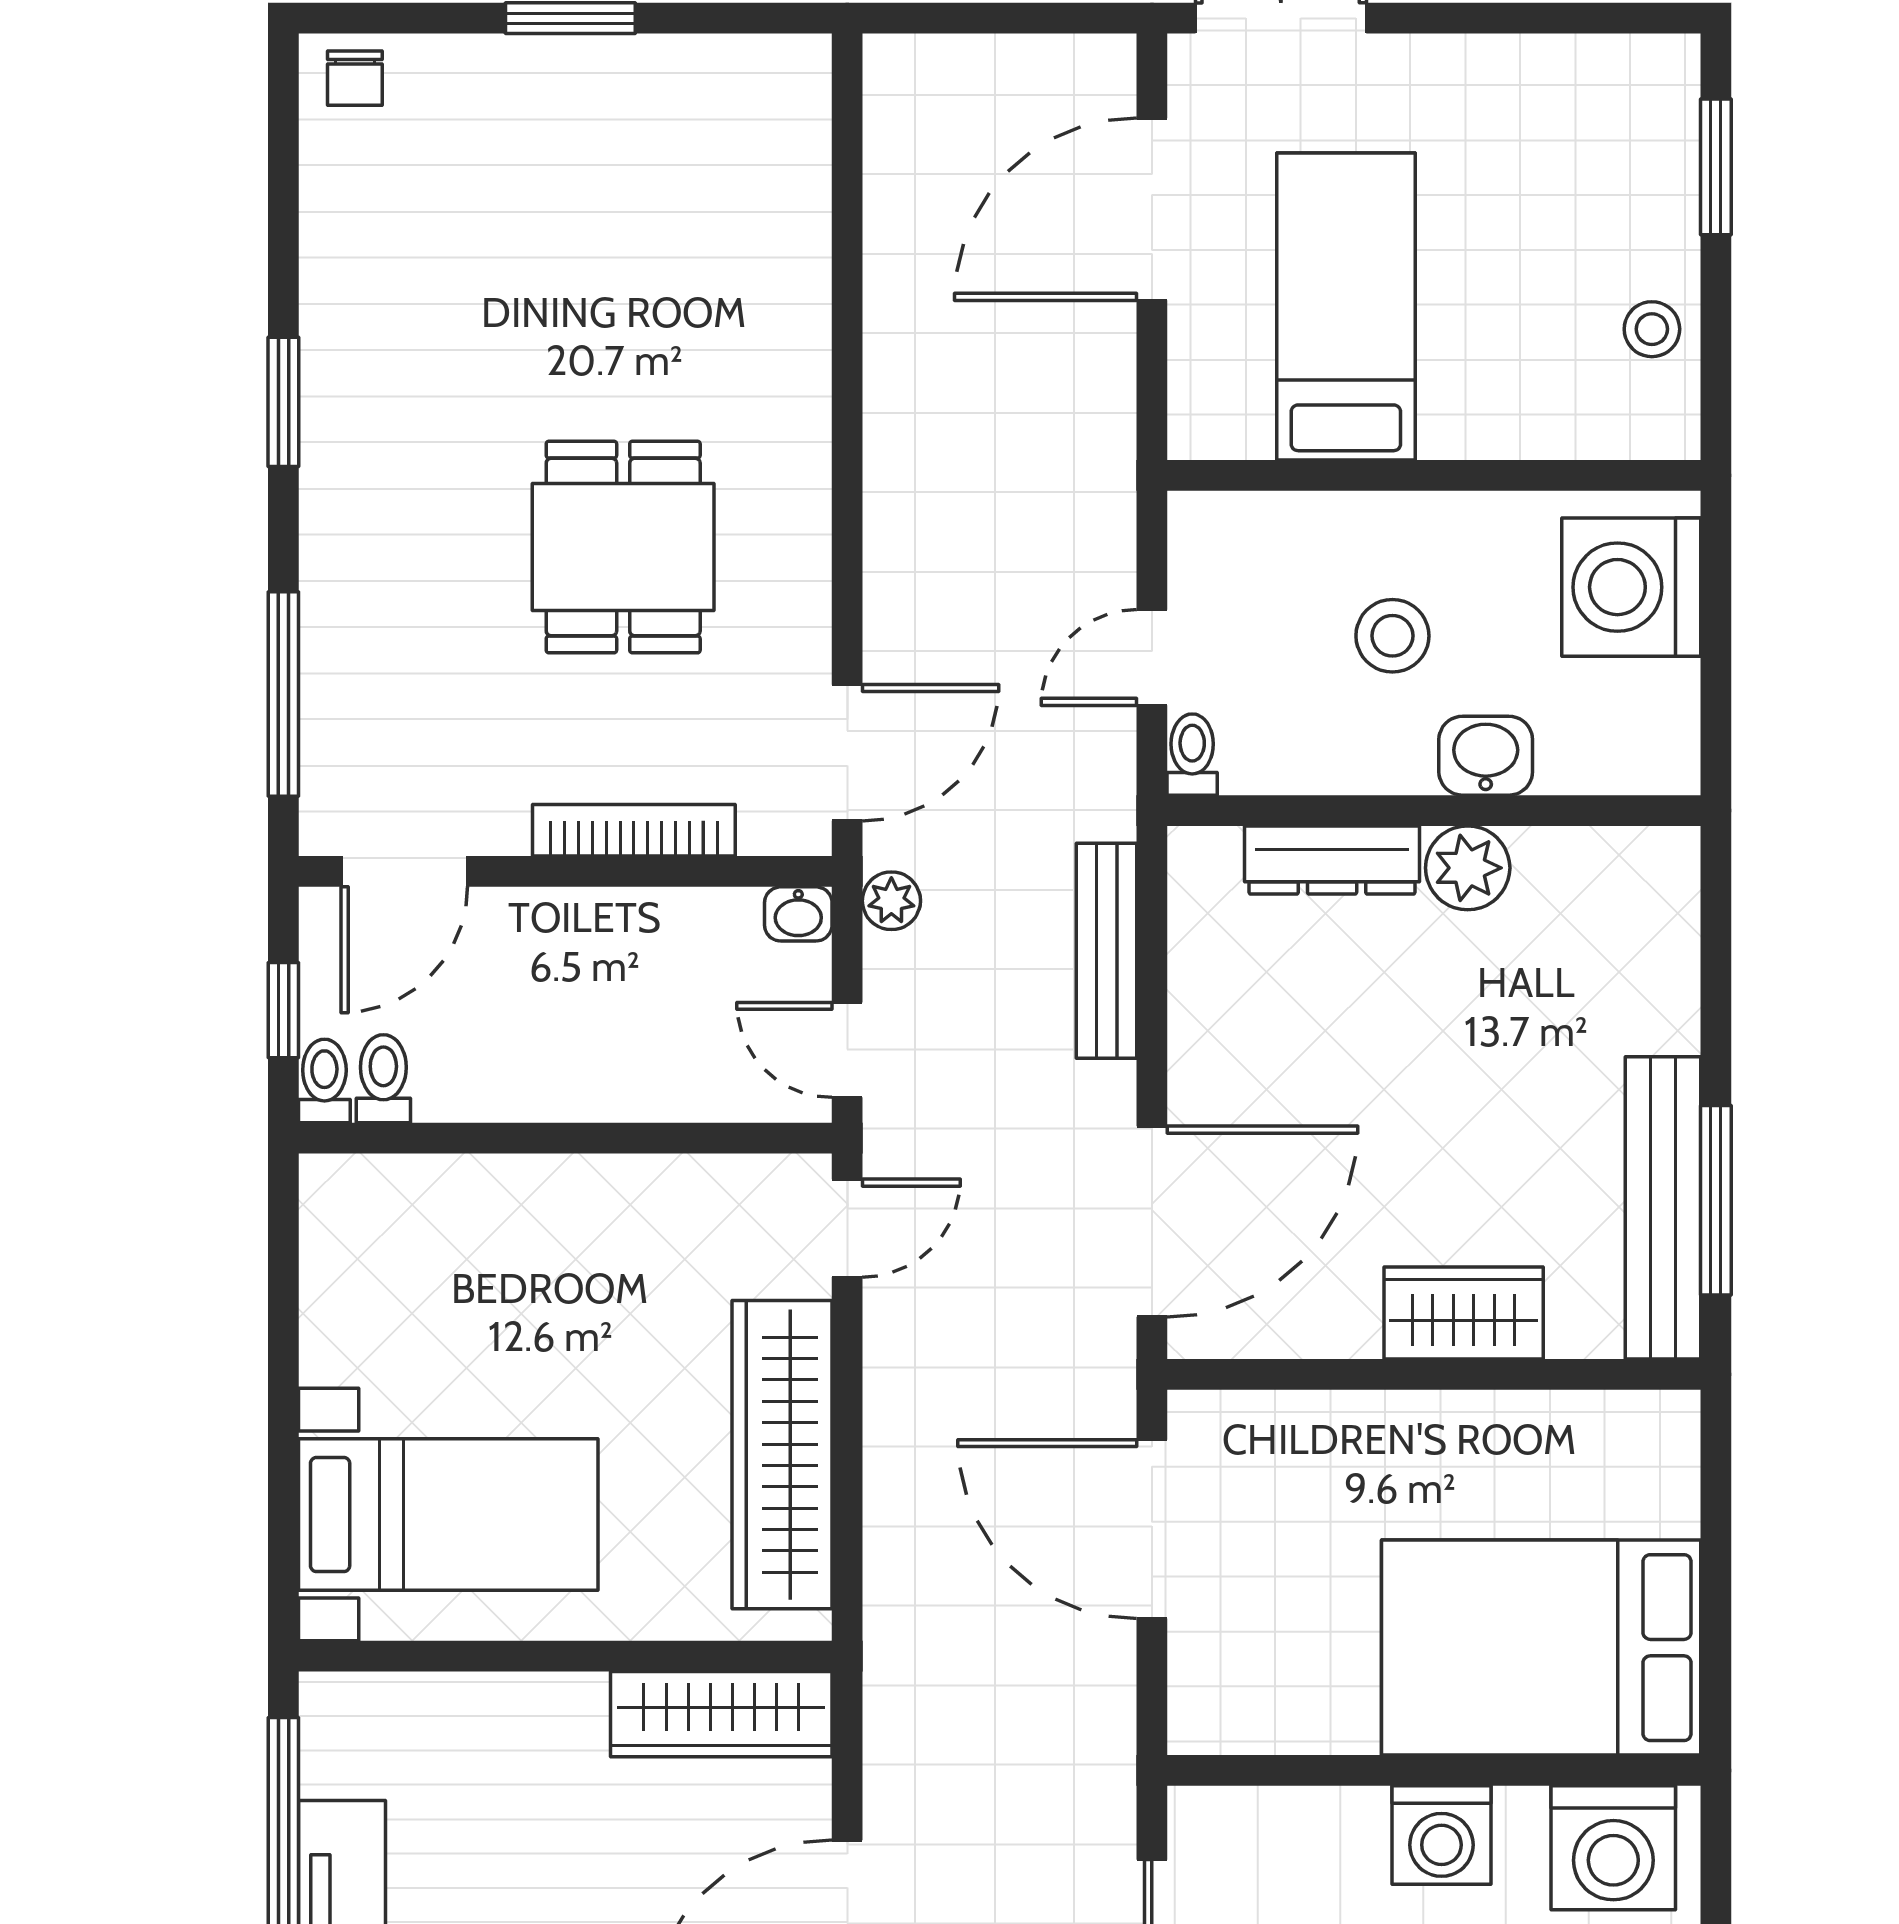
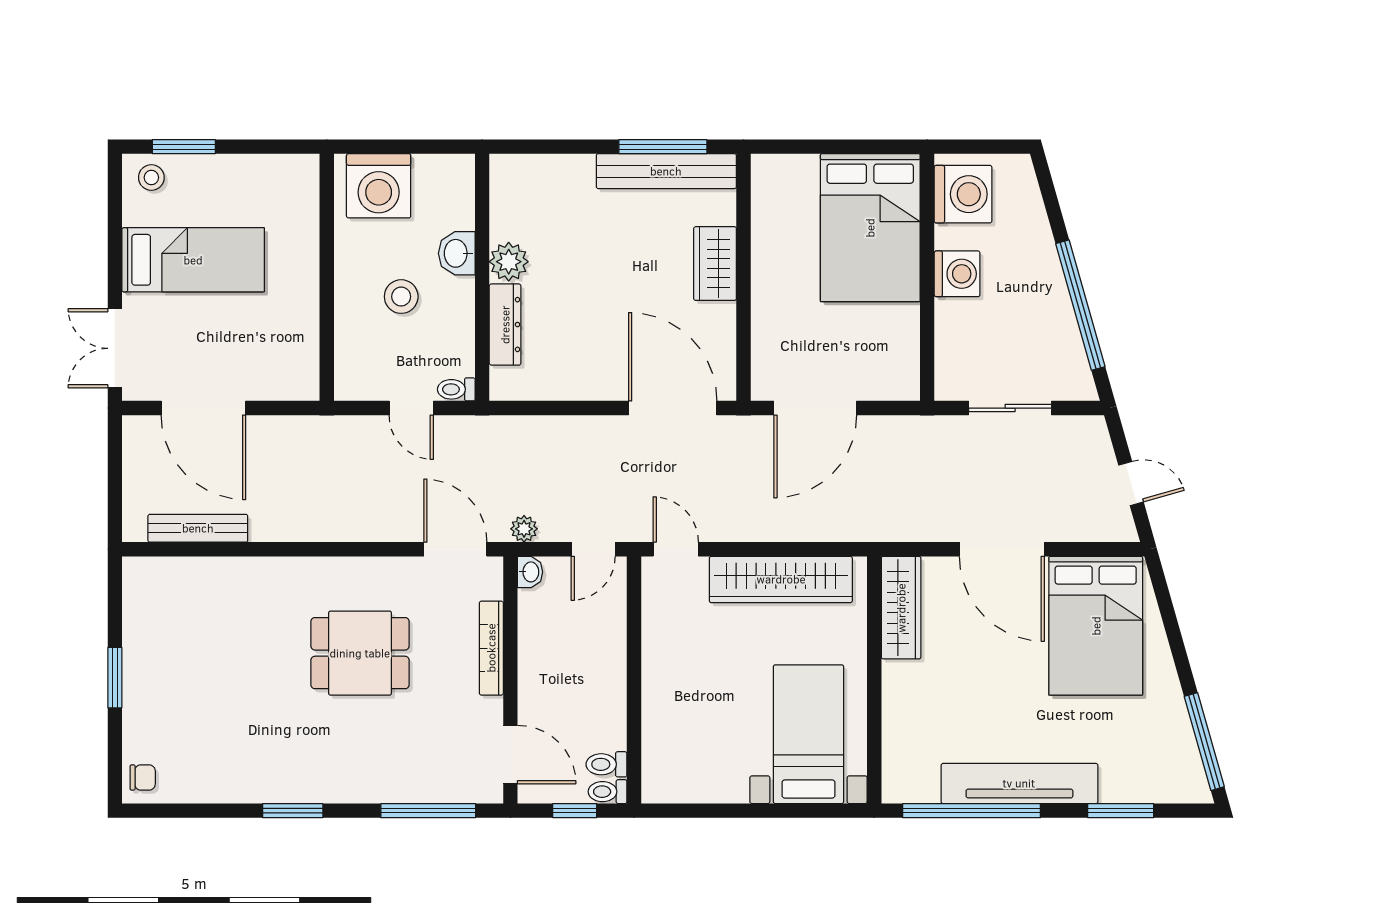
bed: (1346, 306) -> (193, 260), moved, turned 180
stool: (1652, 329) -> (151, 178), moved
bench: (1107, 951) -> (198, 528), moved

